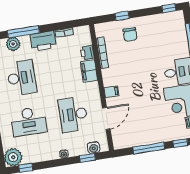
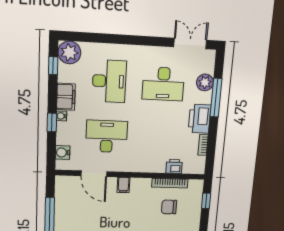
window: (122, 16) -> (206, 201), moved
chair: (130, 34) -> (169, 207), moved
filing cabinet: (89, 71) -> (66, 97), moved, turned 90
desk: (29, 122) -> (109, 81), turned 180
window: (87, 158) -> (52, 122), moved

